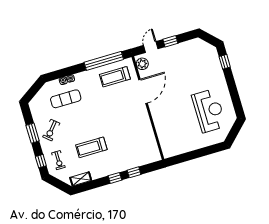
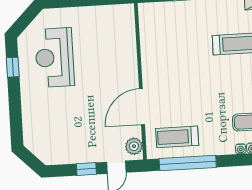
window: (225, 62) -> (13, 67), moved
treadmill: (115, 77) -> (177, 137), turned 180

